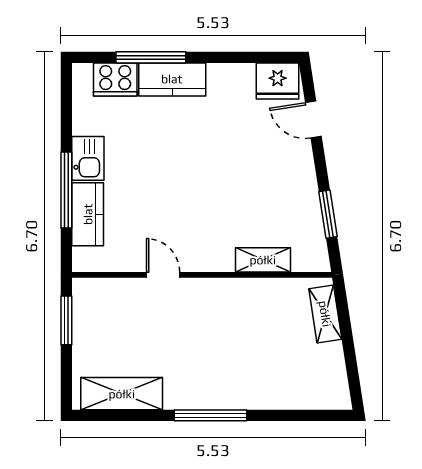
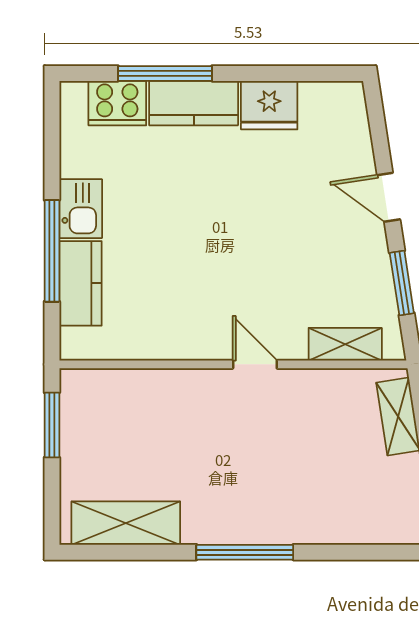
fridge: (278, 81) -> (269, 105), moved
door: (313, 120) -> (389, 197), moved
shelving: (263, 260) -> (345, 344), moved
door: (163, 275) -> (255, 364), moved

